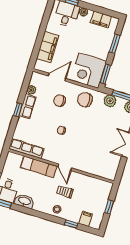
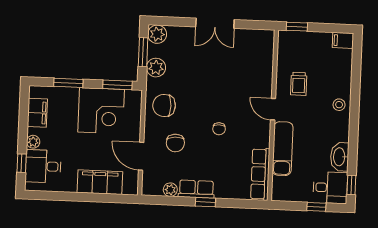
corner desk: (89, 71) -> (101, 111), moved
chair: (85, 100) -> (164, 105), turned 90
door: (65, 167) -> (273, 109), swing flipped
trolley: (65, 192) -> (299, 84), moved
window: (109, 207) -> (297, 27), moved
filing cabinet: (86, 219) -> (343, 40), moved
window: (71, 224) -> (356, 78), removed

